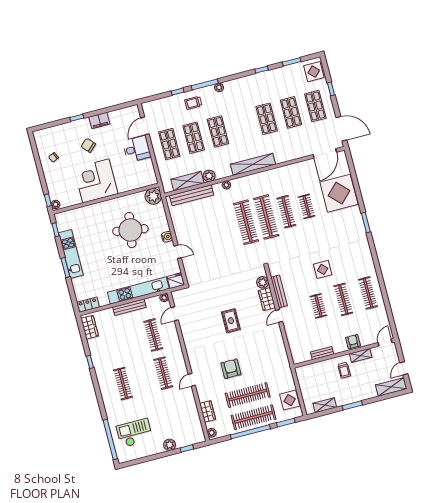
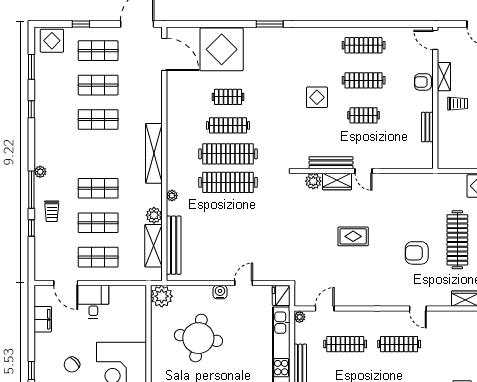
filing cabinet: (99, 120) -> (43, 319), moved
door: (175, 314) -> (325, 309), swing flipped

